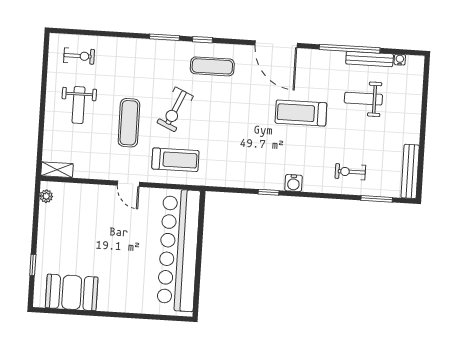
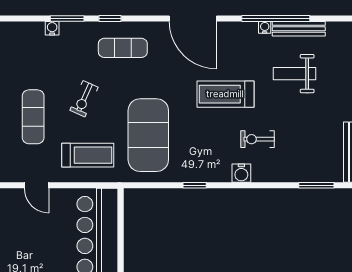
water cooler: (151, 45) -> (52, 28), added
water cooler: (400, 60) -> (265, 27), moved
exercise bike: (175, 109) -> (84, 99), width x0.73, depth x0.72
exercise mat: (230, 145) -> (148, 135), added
exercise bike: (350, 172) -> (258, 139), moved
water cooler: (293, 183) -> (241, 173), moved

